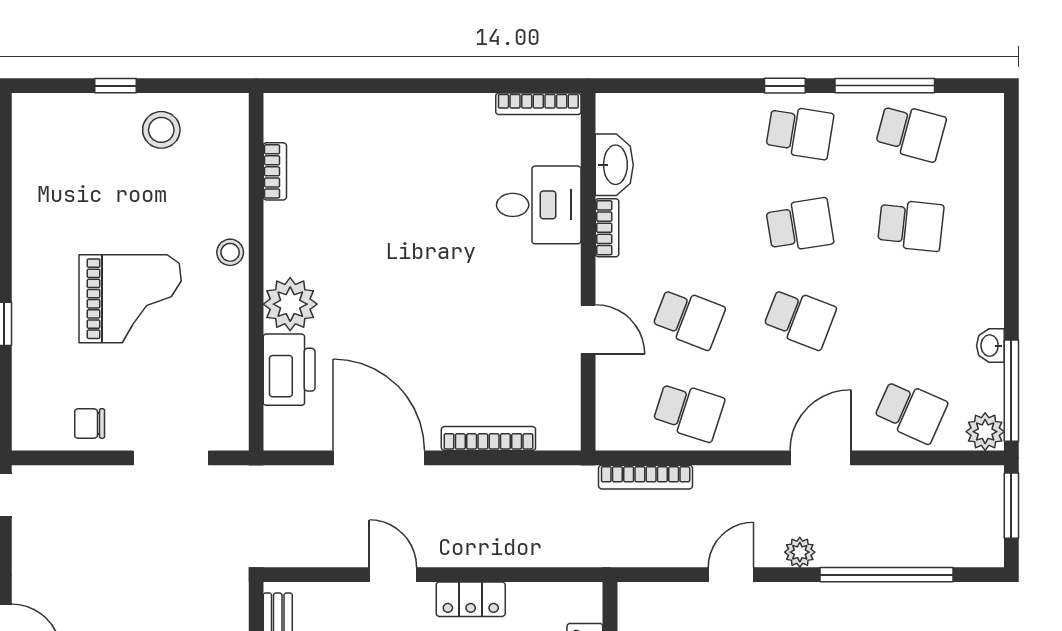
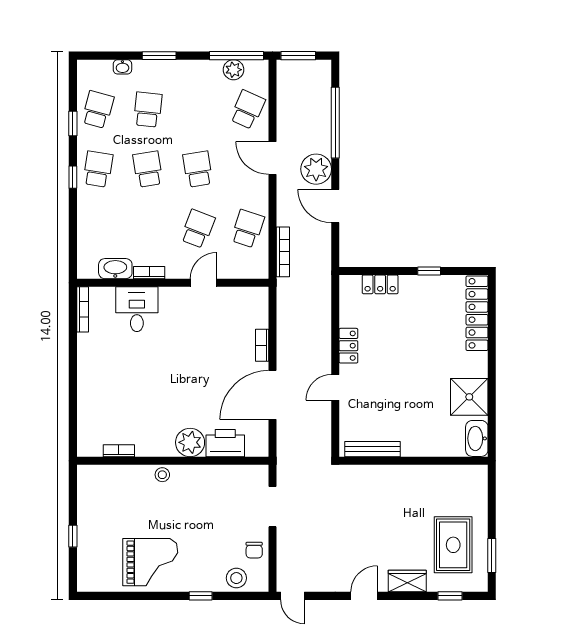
window: (885, 86) -> (73, 124), width x0.46
stool: (161, 130) -> (236, 578), moved
window: (1011, 246) -> (159, 56), added
grand piano: (130, 299) -> (150, 562), moved, turned 90
school desk: (800, 318) -> (198, 169), turned -30
washbasin: (990, 346) -> (122, 67), moved
plant: (985, 432) -> (233, 70), moved
bookcase: (488, 439) -> (262, 345), width x0.64
plant: (800, 552) -> (316, 169), width x1.87, depth x1.87
door: (731, 575) -> (335, 206), width x1.38

